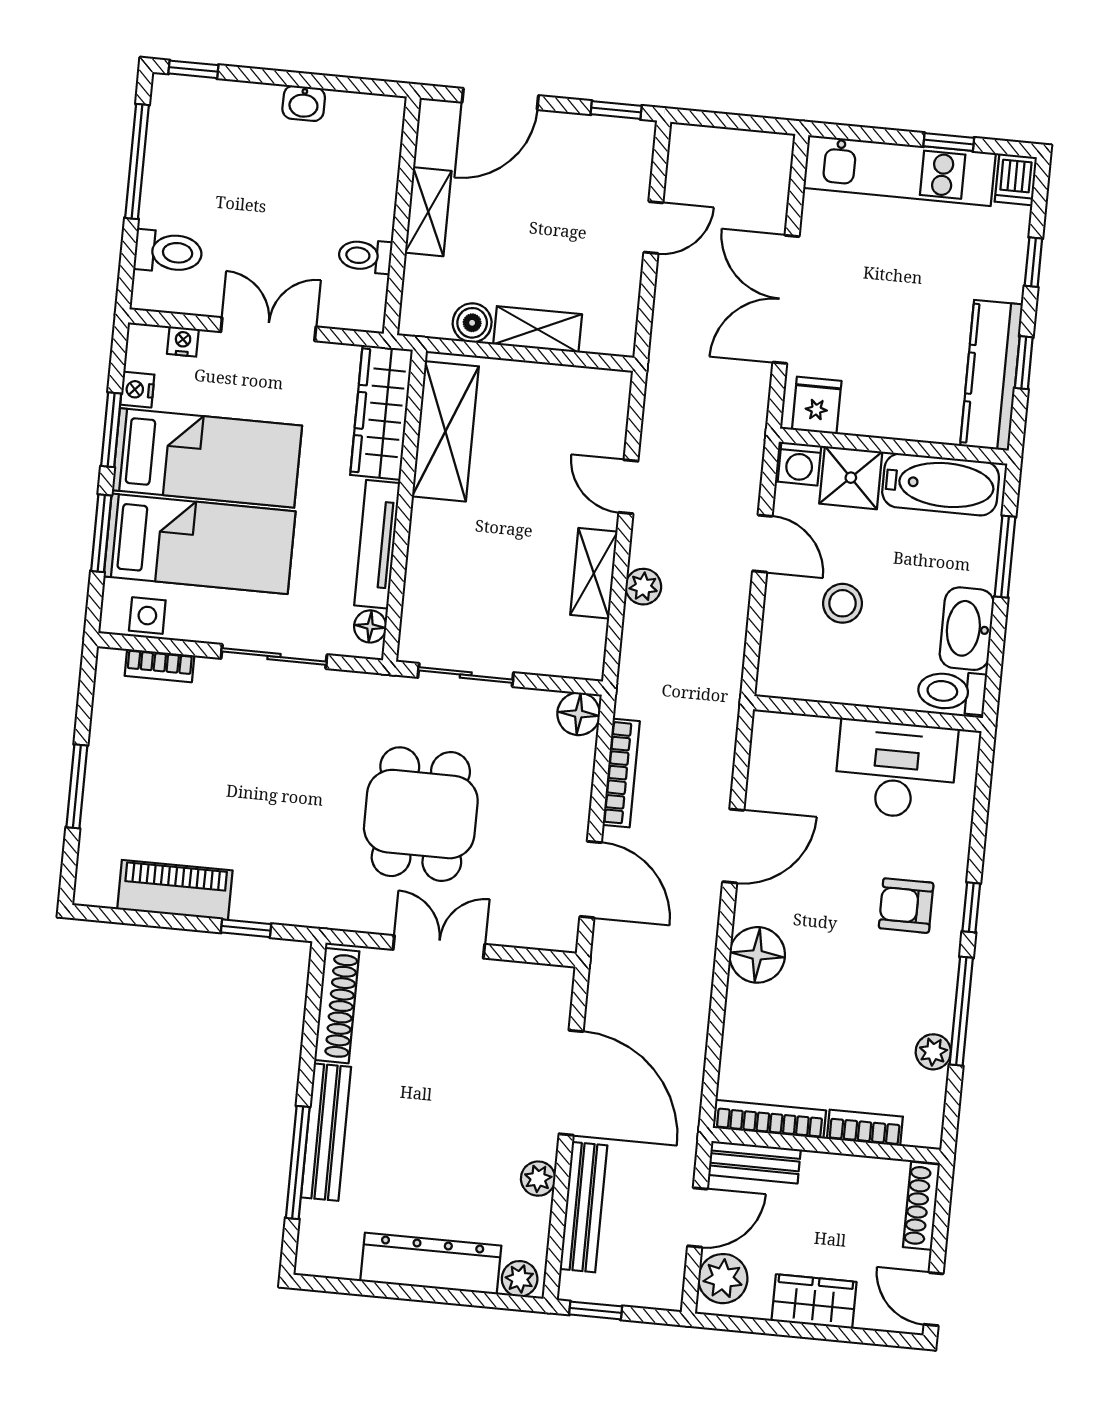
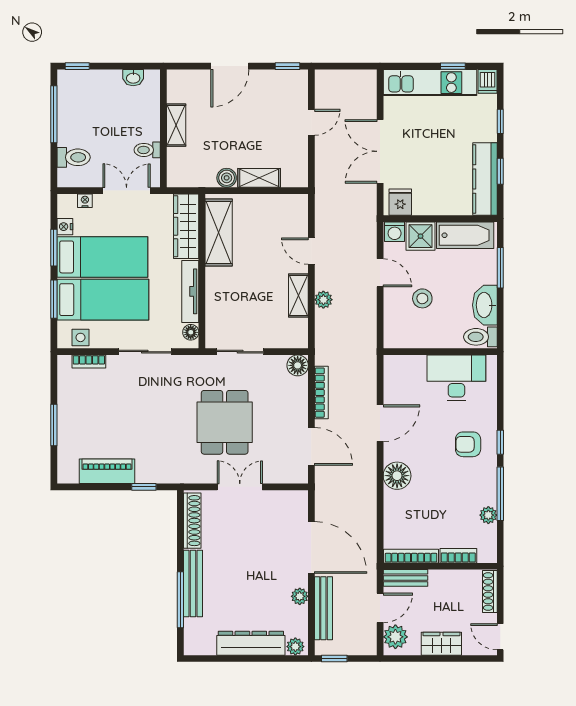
shelving: (428, 212) -> (176, 125), moved
wall: (402, 216) -> (163, 128), moved
toilet: (365, 256) -> (147, 150), moved

